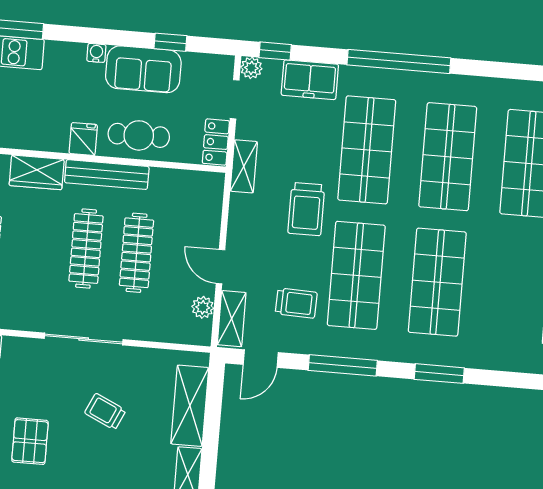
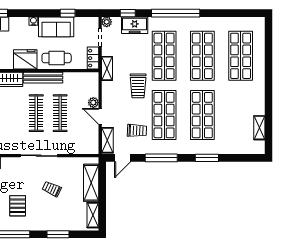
window: (275, 51) -> (128, 13), moved
fridge: (83, 139) -> (25, 59), width x1.88, depth x1.34
plant: (203, 307) -> (93, 103), moved

